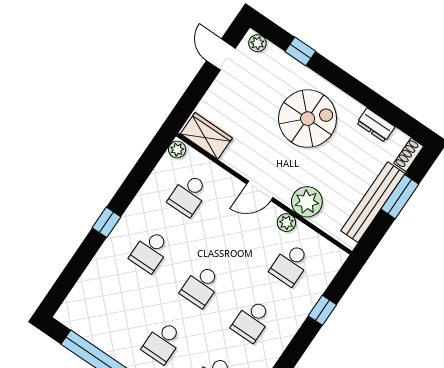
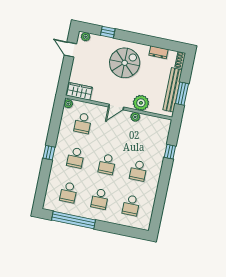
window: (400, 197) -> (182, 94), moved
school desk: (290, 264) -> (68, 192), moved

